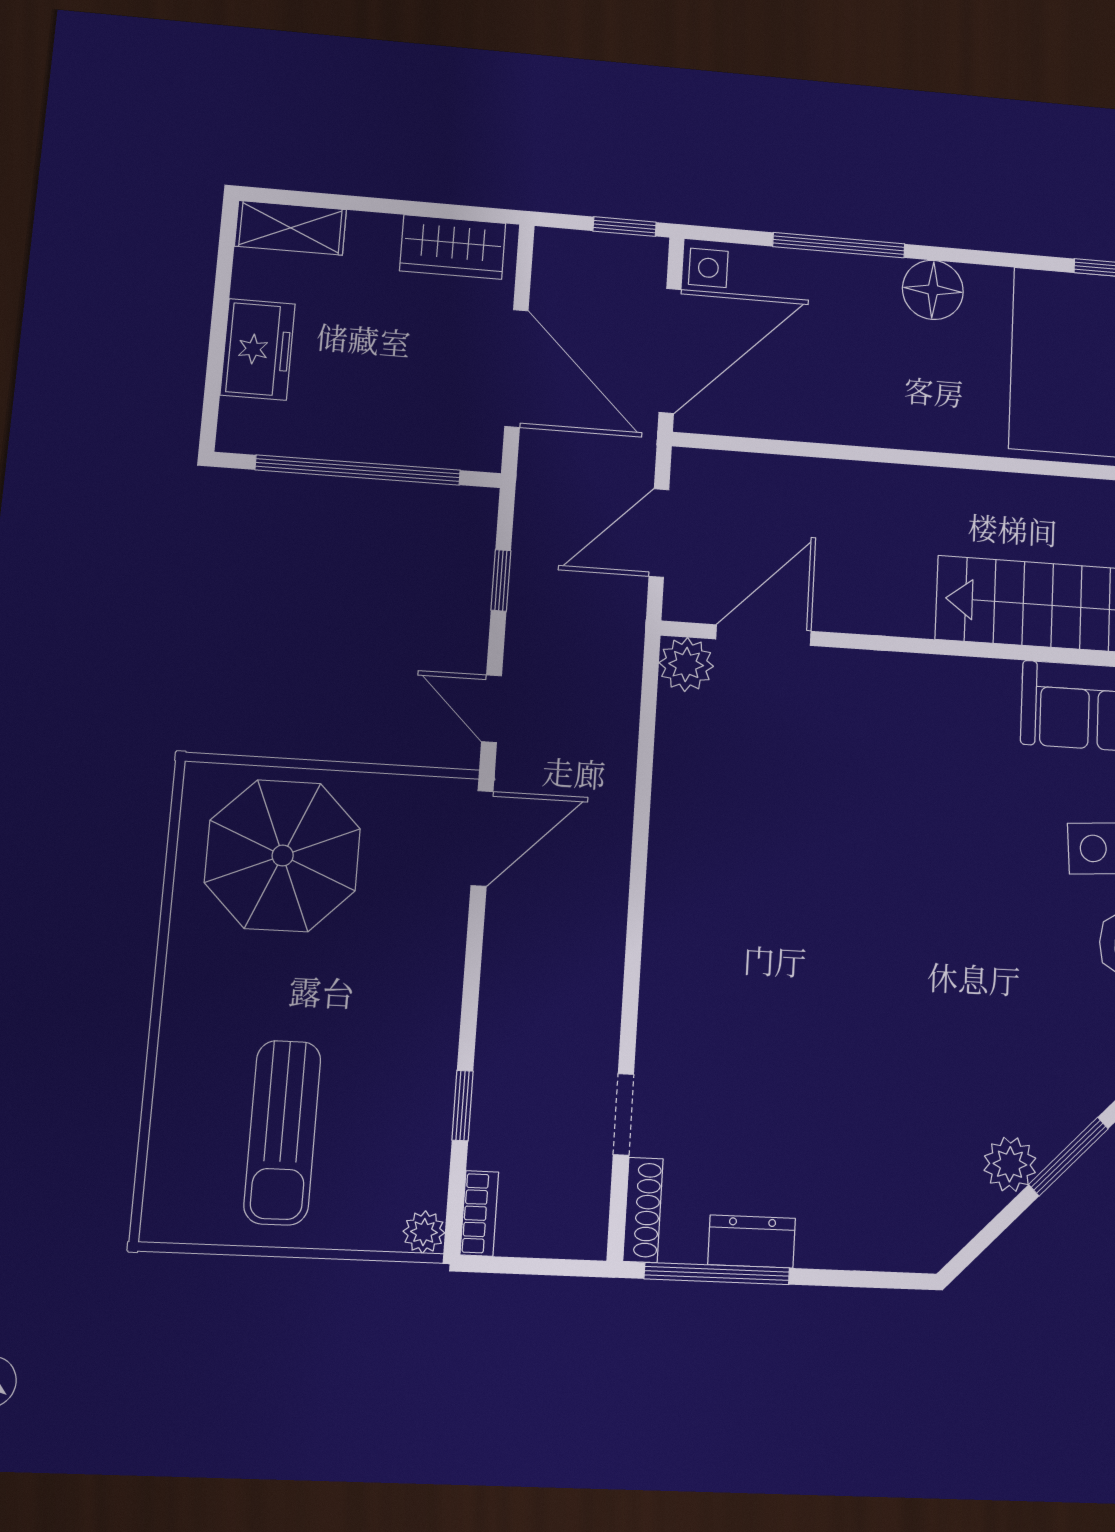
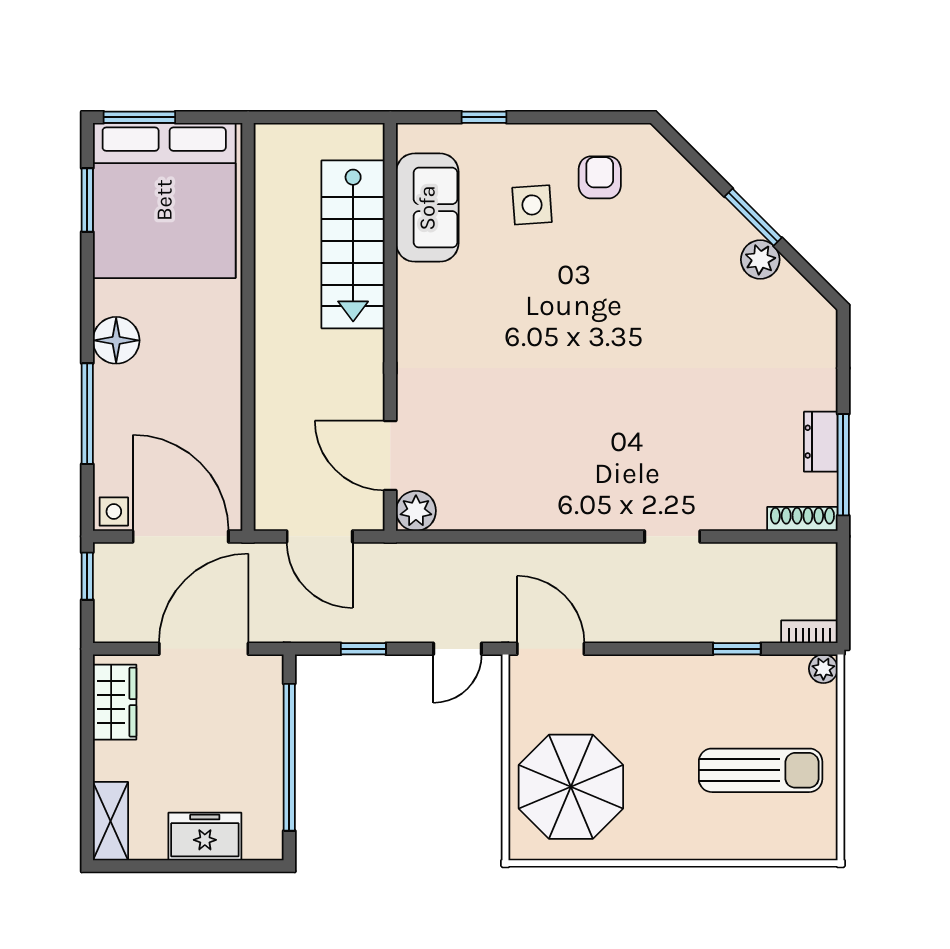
doorway: (623, 1114) -> (672, 536), moved

